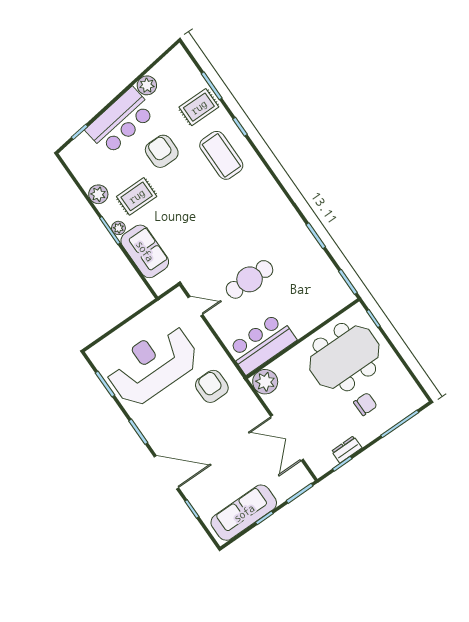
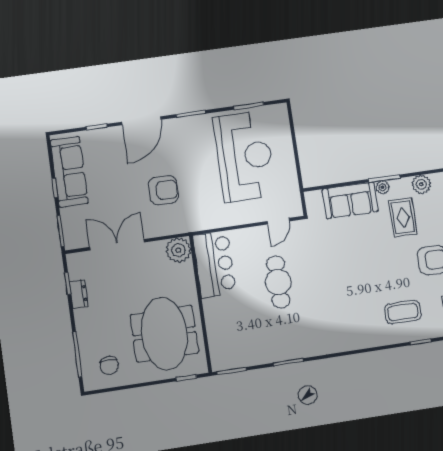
coffee table: (221, 155) -> (403, 312), width x0.73, depth x0.76
armchair: (212, 386) -> (163, 190), moved
chair: (365, 404) -> (109, 365), moved

